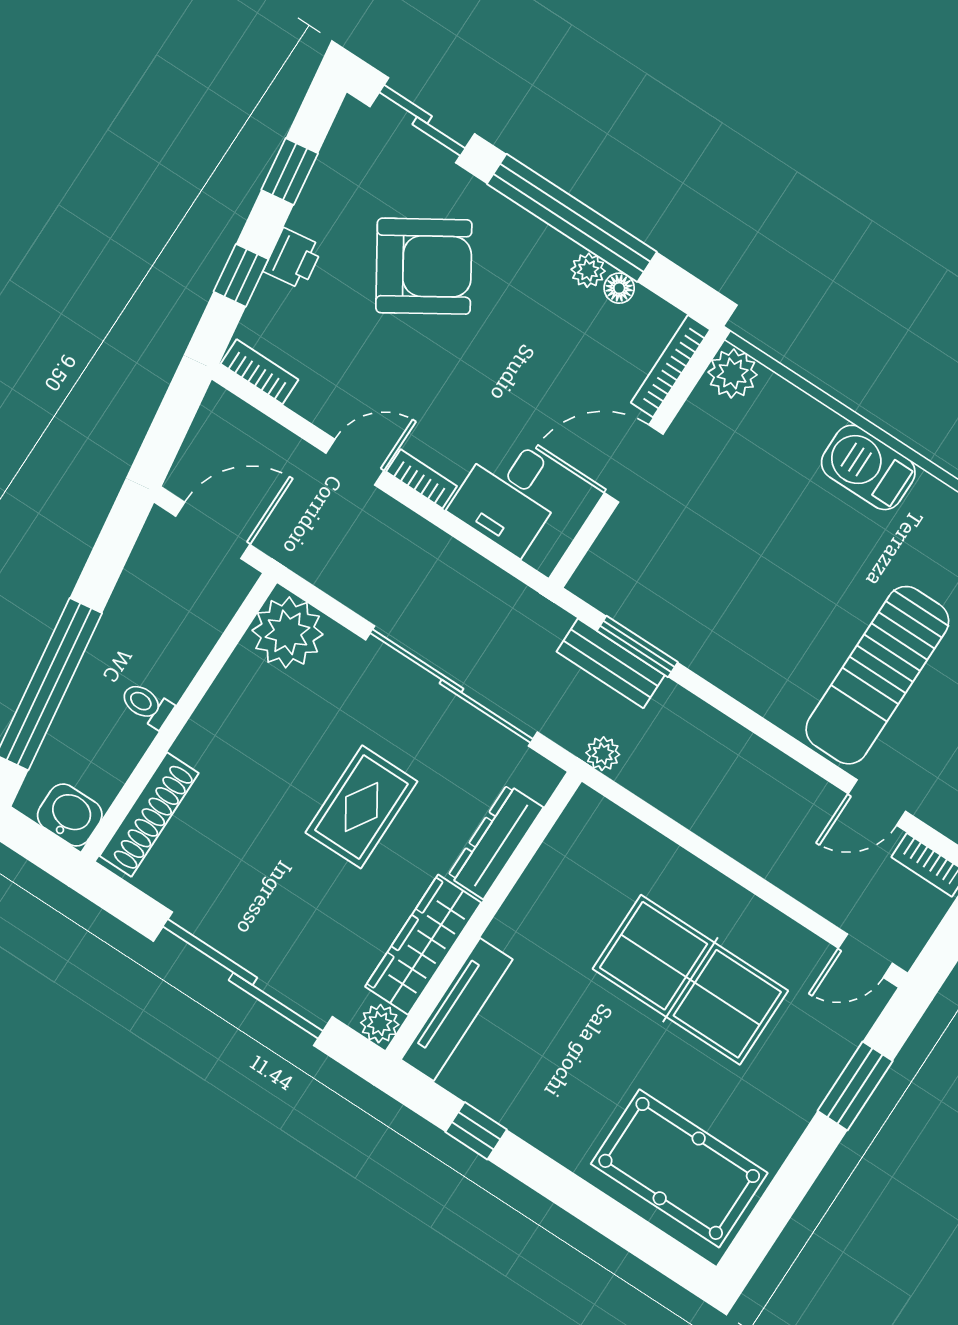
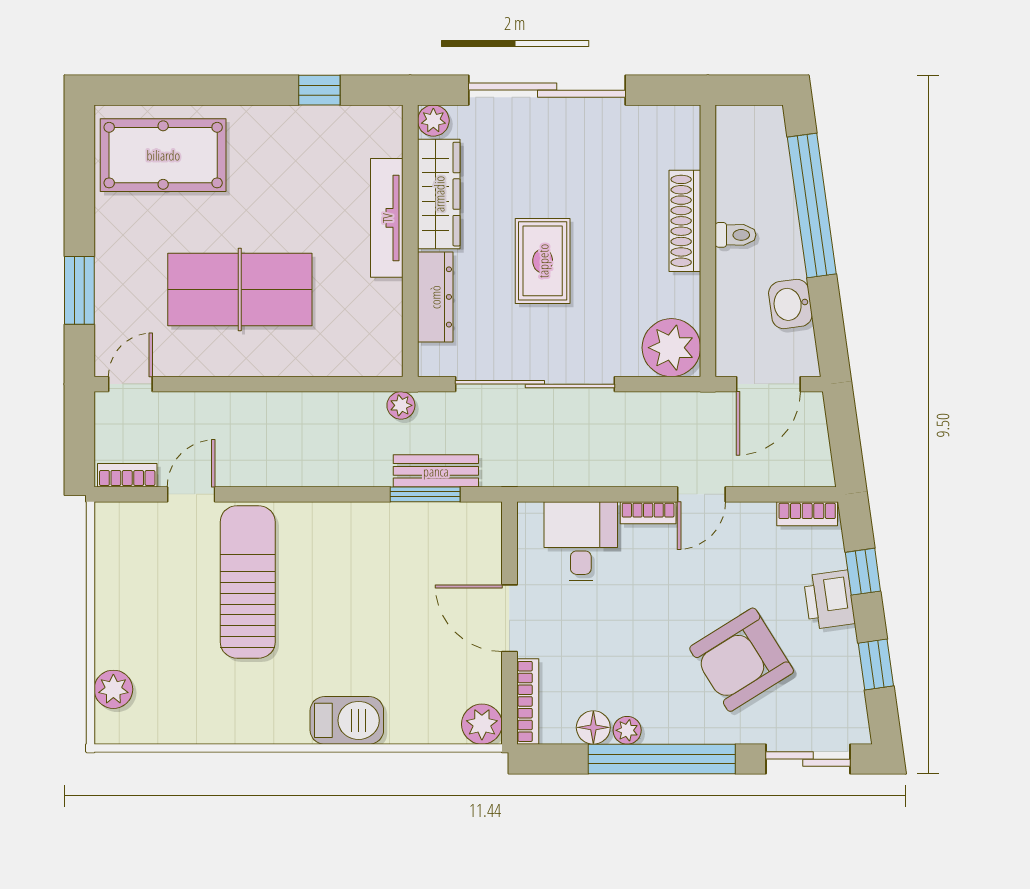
printer: (293, 259) -> (829, 600), width x1.36, depth x1.24
floor lamp: (619, 288) -> (593, 727), width x1.37, depth x1.37
door: (634, 463) -> (509, 618), swing flipped
shoe rack: (149, 814) -> (685, 221), moved
washbasin: (70, 815) -> (790, 304), moved, turned 82
tv unit: (457, 1010) -> (387, 218), moved

